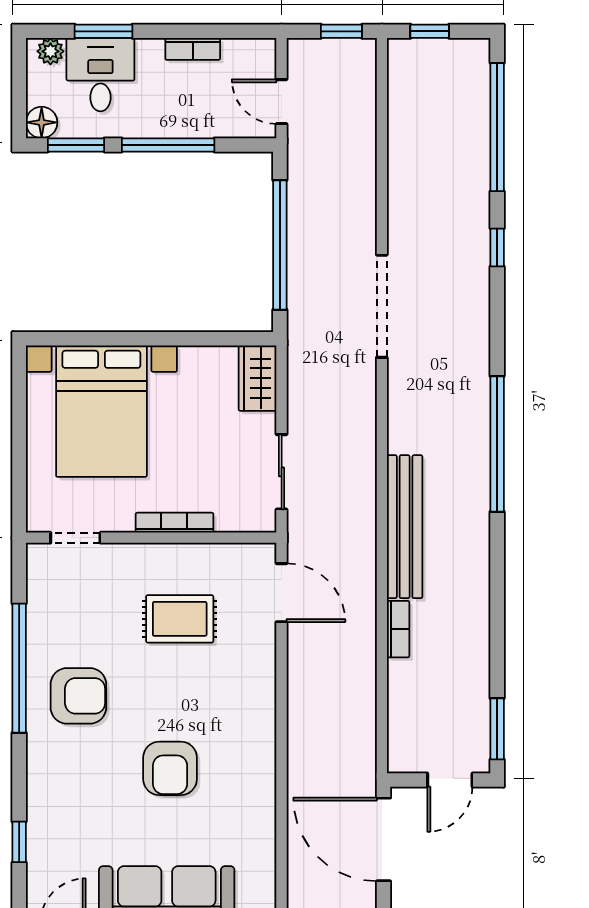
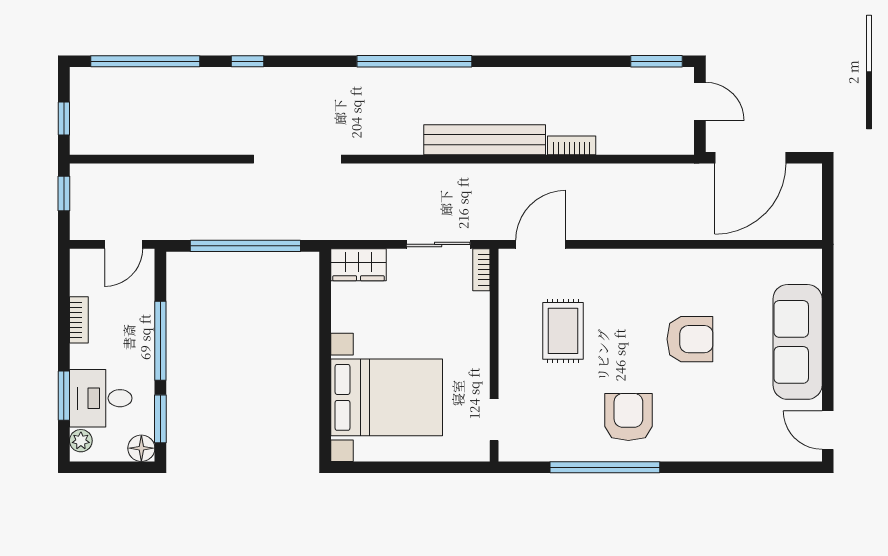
bookcase: (174, 523) -> (481, 270), moved, width x0.64
window: (19, 842) -> (753, 467), removed

